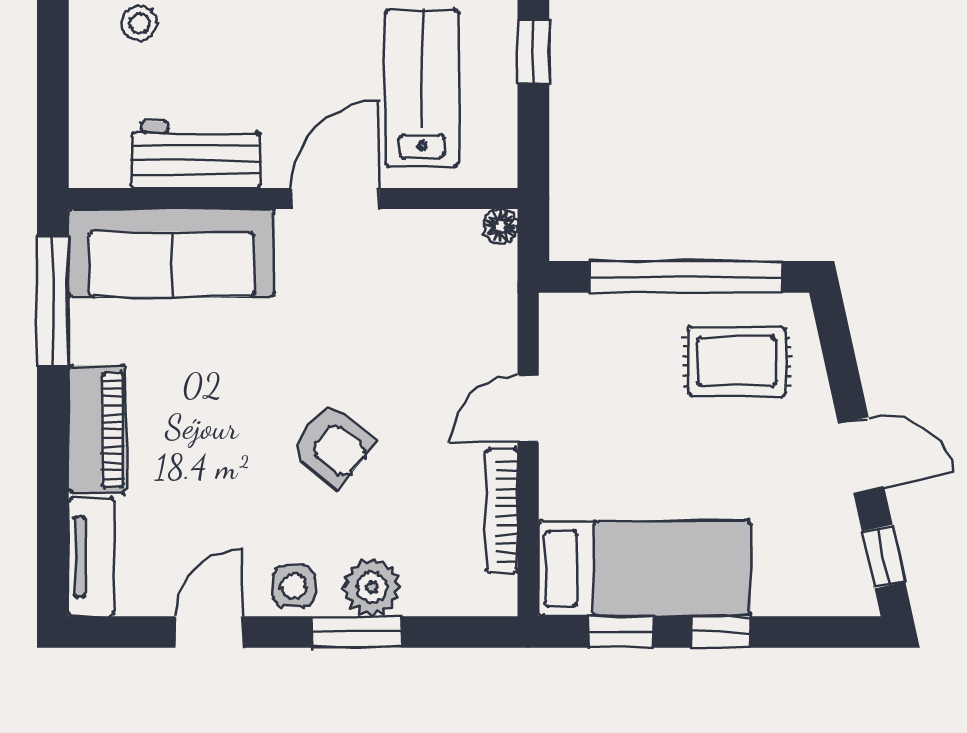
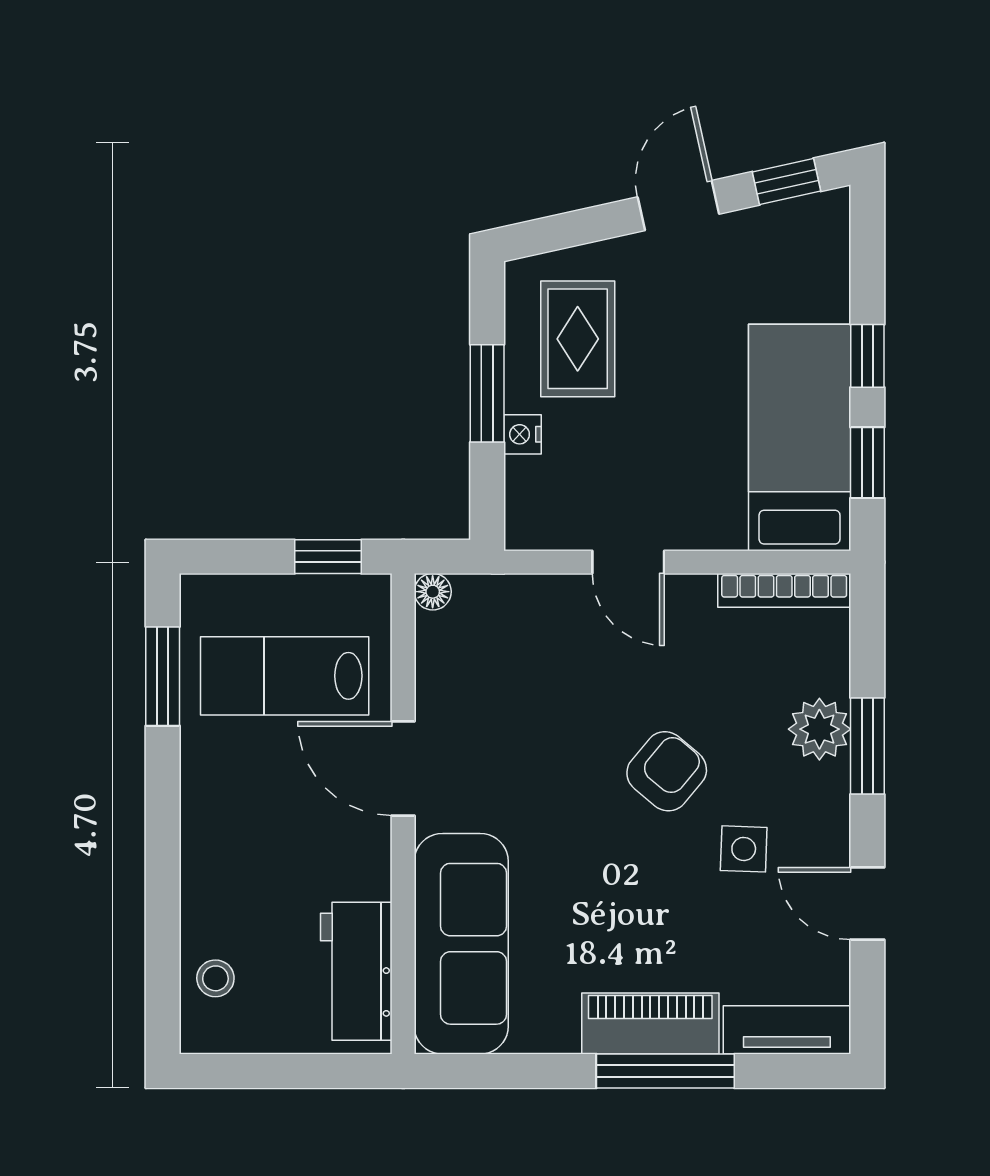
window: (533, 52) -> (328, 557), moved
workbench: (196, 155) -> (356, 971), moved
window: (686, 277) -> (487, 393), width x0.47
window: (53, 302) -> (665, 1071), moved
nightstand: (647, 310) -> (523, 434), added
bookcase: (502, 511) -> (784, 590), moved
side table: (294, 586) -> (744, 849), moved

